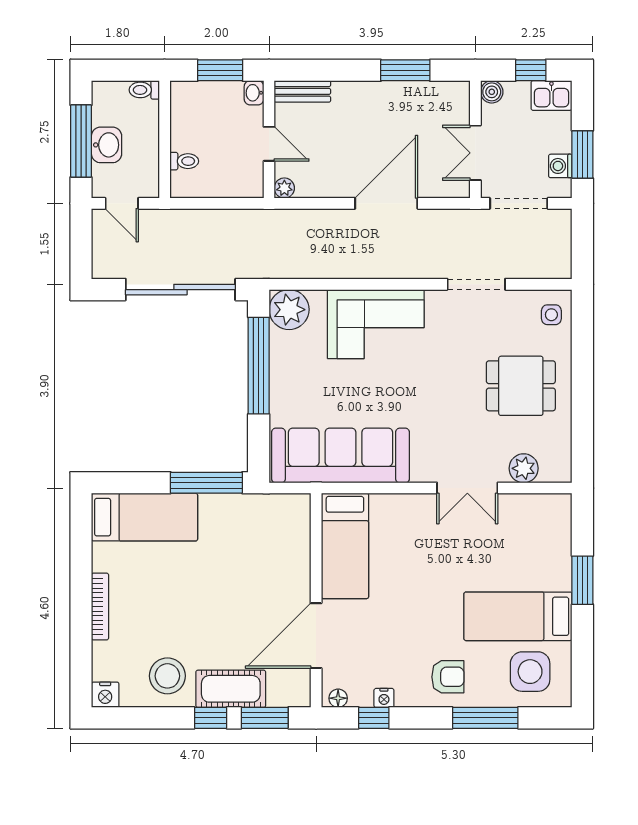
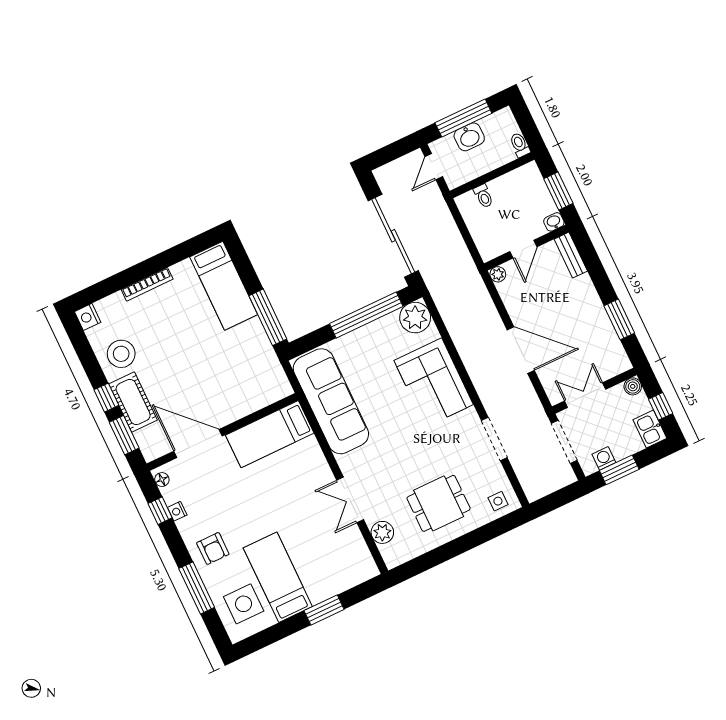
dining table: (521, 386) -> (439, 503), turned 90

